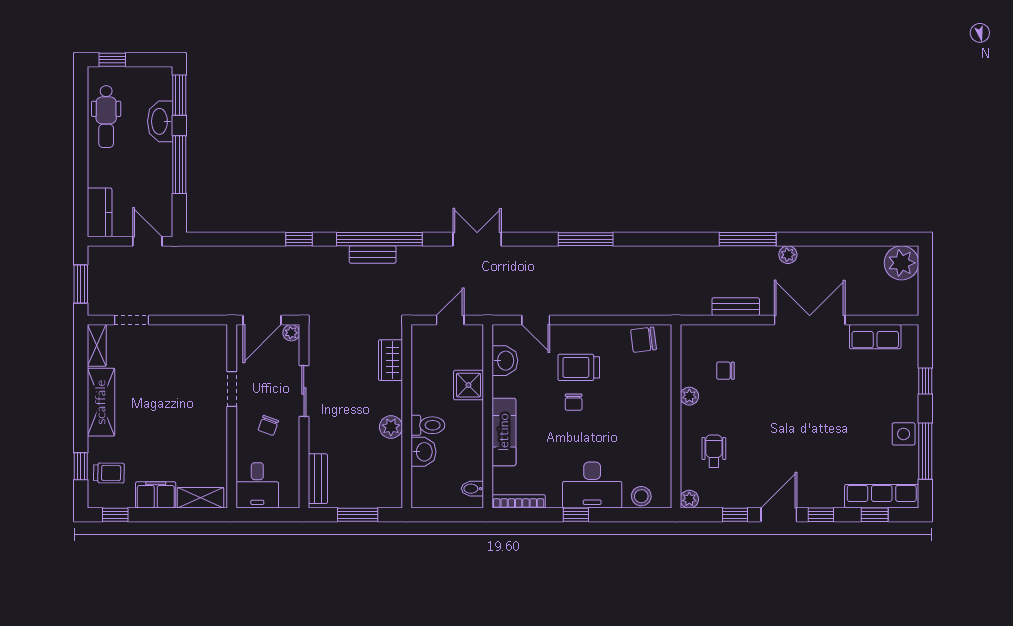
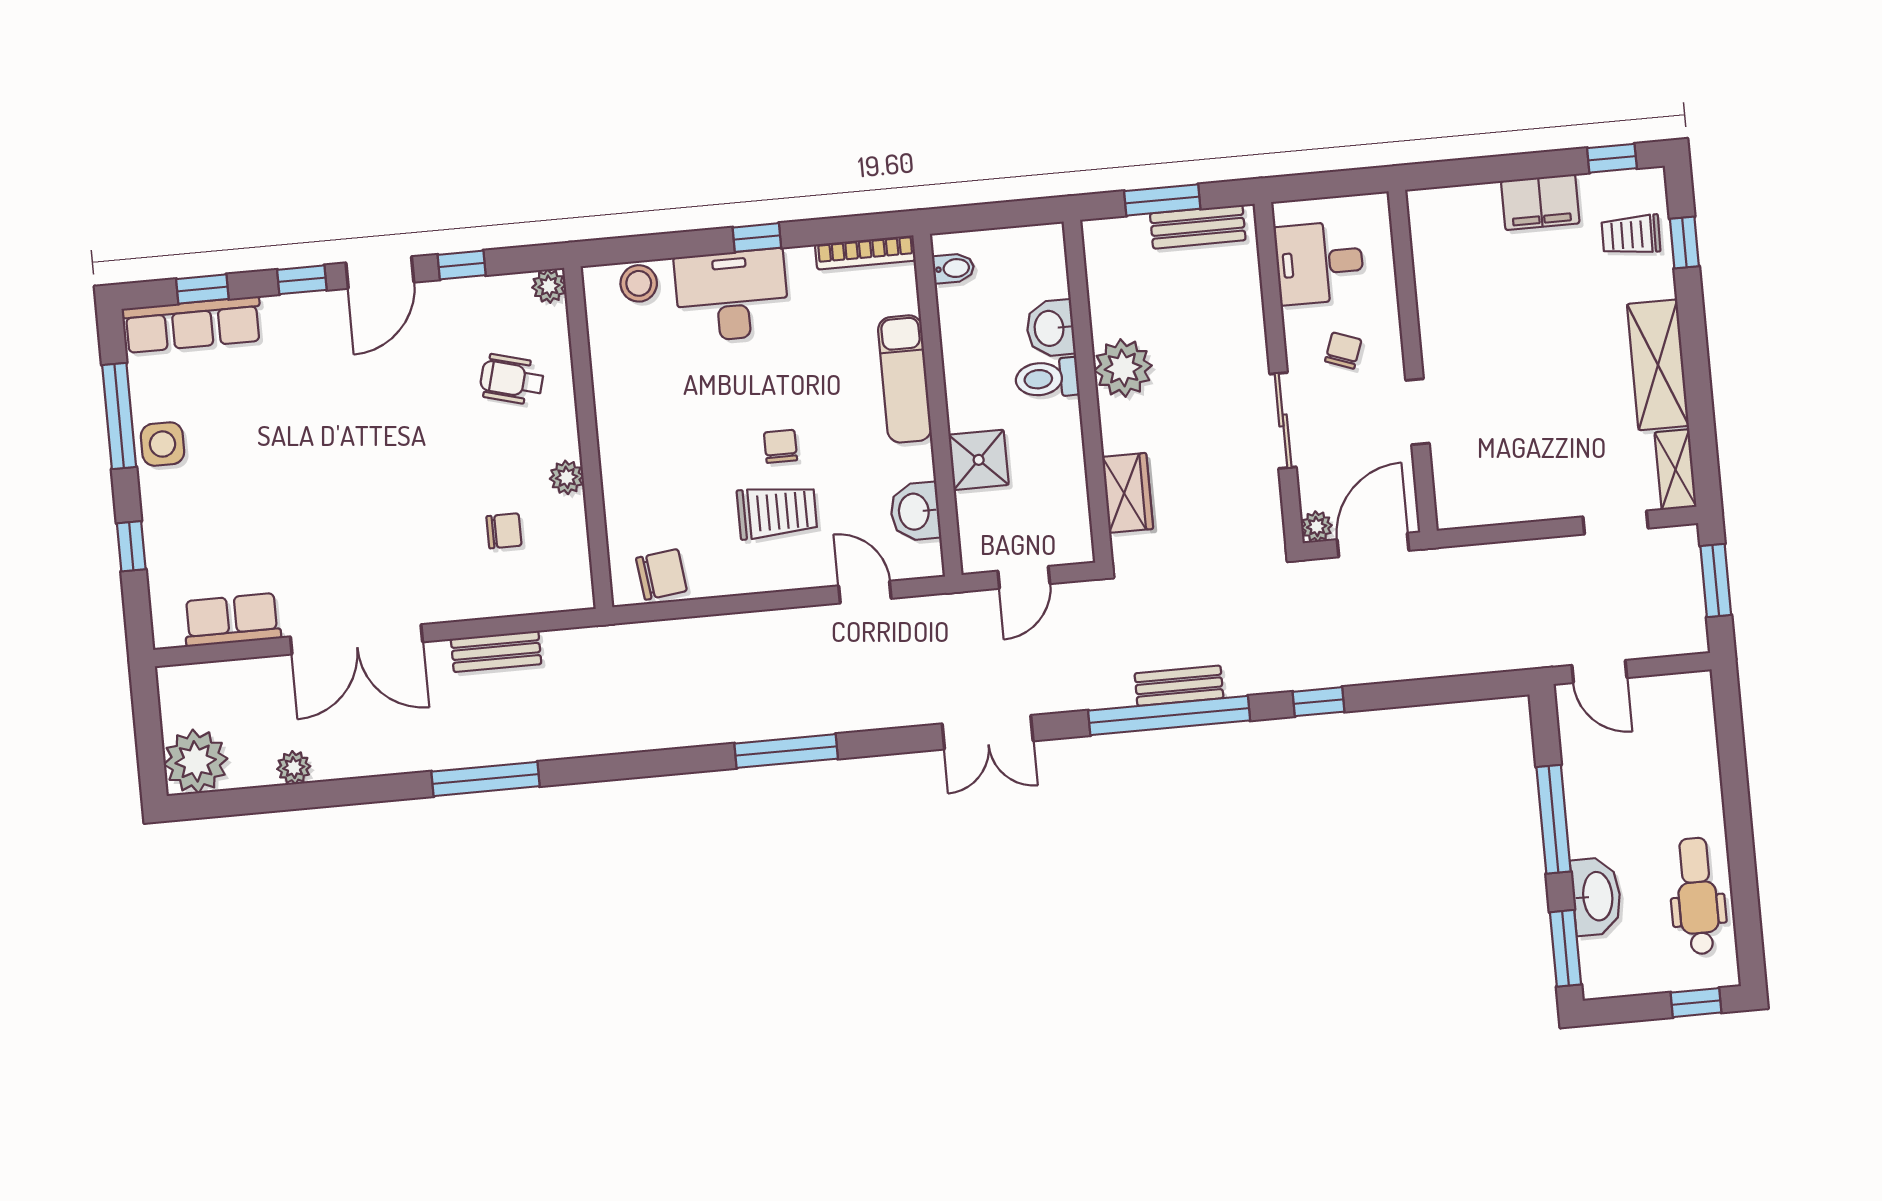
kitchen counter: (100, 212) -> (1693, 717), removed
plant: (788, 255) -> (294, 768), moved
plant: (391, 427) -> (1123, 368), width x1.36, depth x1.36
wheelchair: (714, 451) -> (512, 380), turned 105
bench: (318, 479) -> (1198, 227), moved, turned 90
desk: (257, 485) -> (1319, 263), moved, turned -90
shelving: (201, 498) -> (1457, 204), removed

